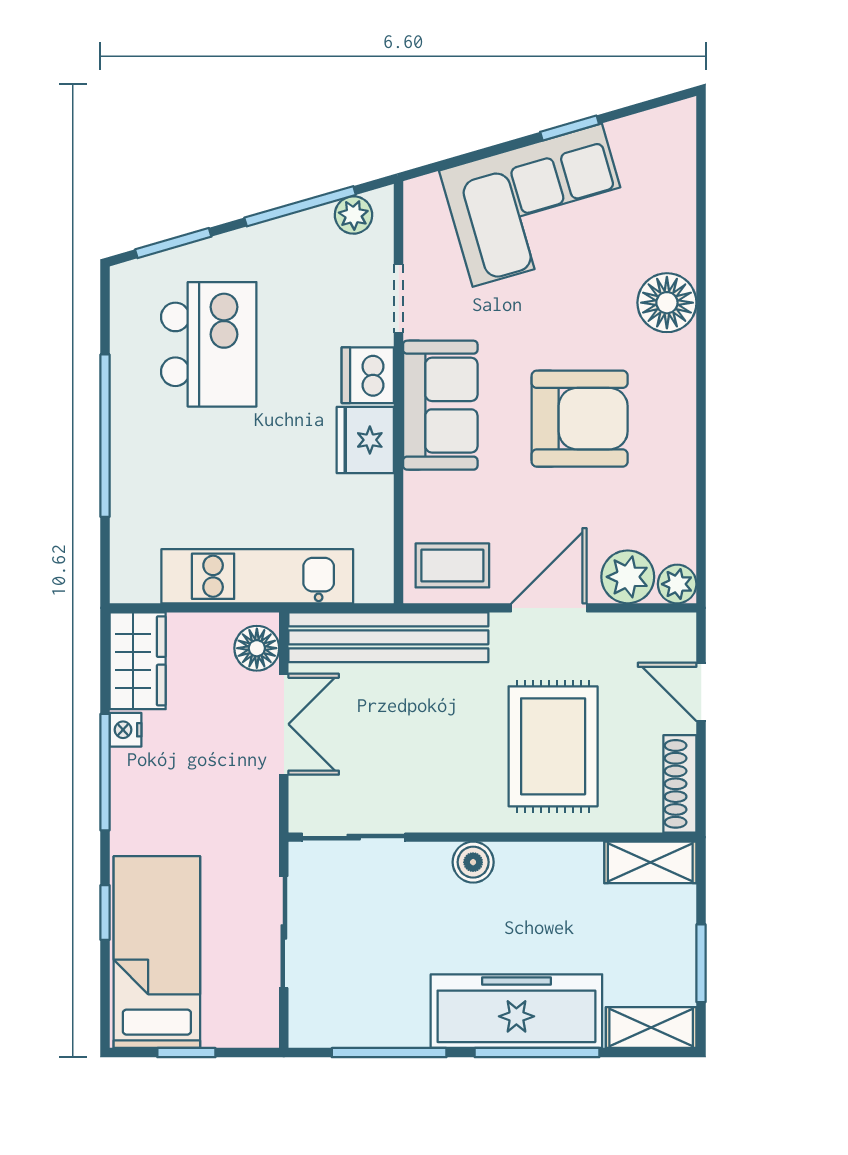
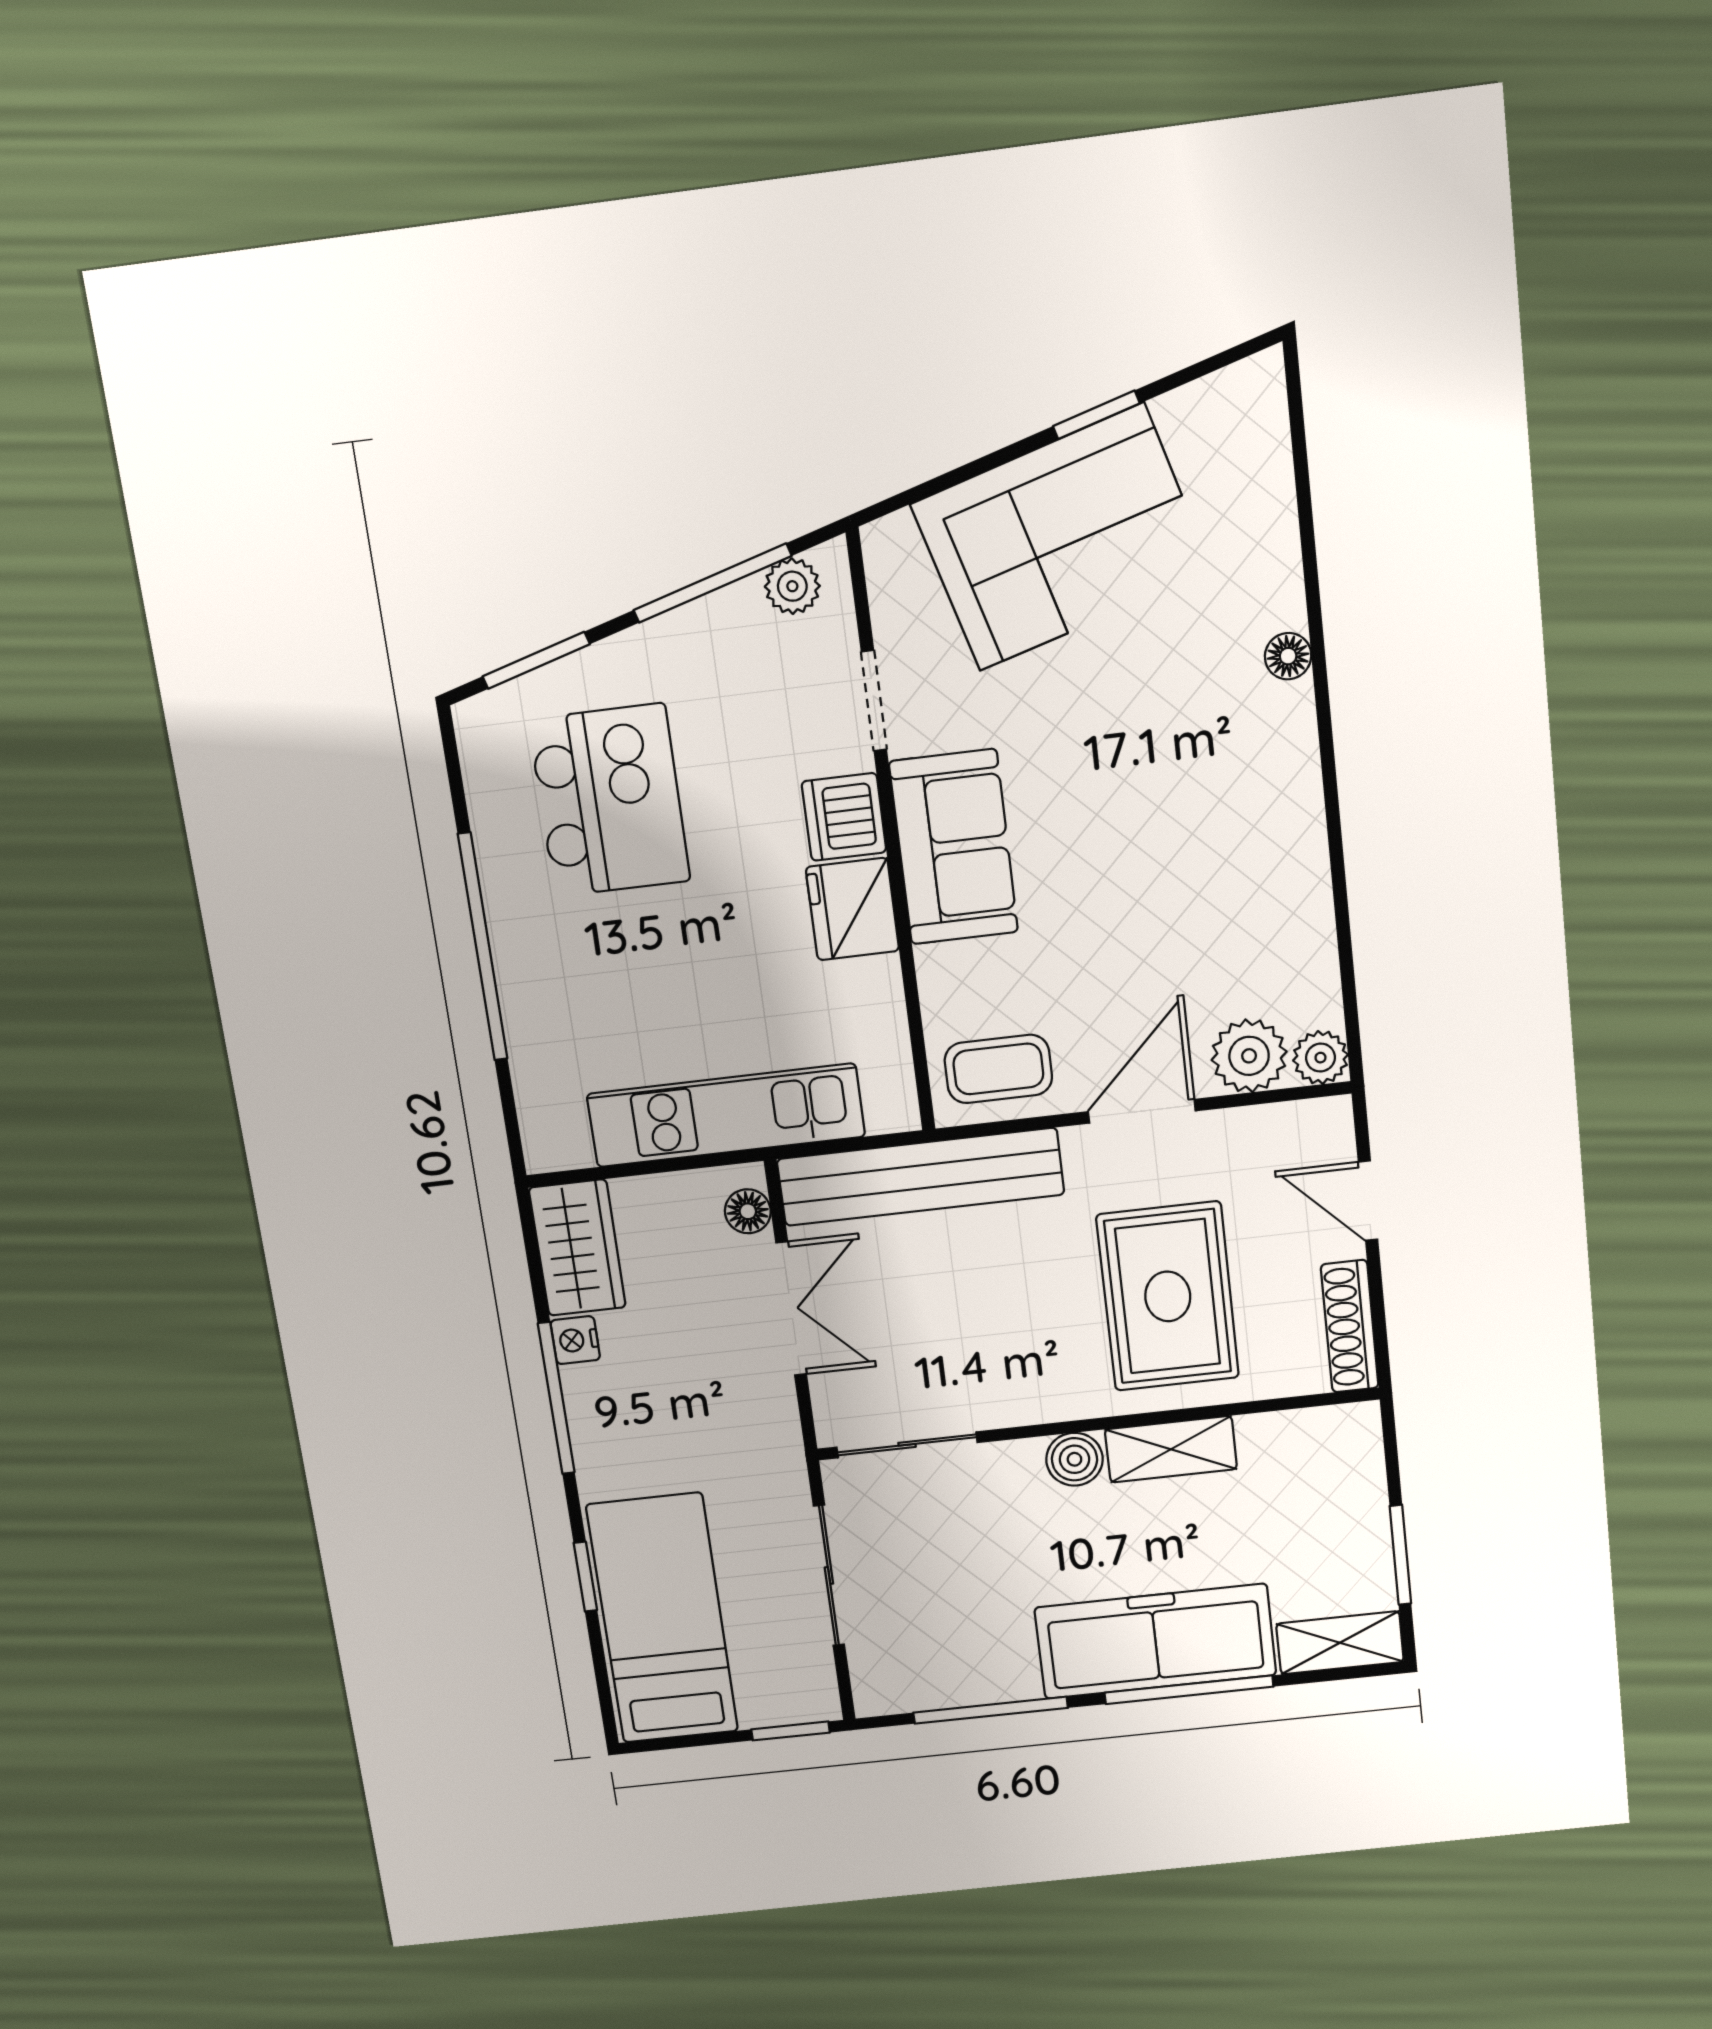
floor lamp: (667, 303) -> (1288, 656), width x0.53, depth x0.53
armchair: (580, 419) -> (1157, 842), removed
floor lamp: (257, 648) -> (748, 1211), width x0.73, depth x0.73
shelving: (650, 862) -> (1171, 1449), moved
window: (186, 1053) -> (791, 1731), moved

